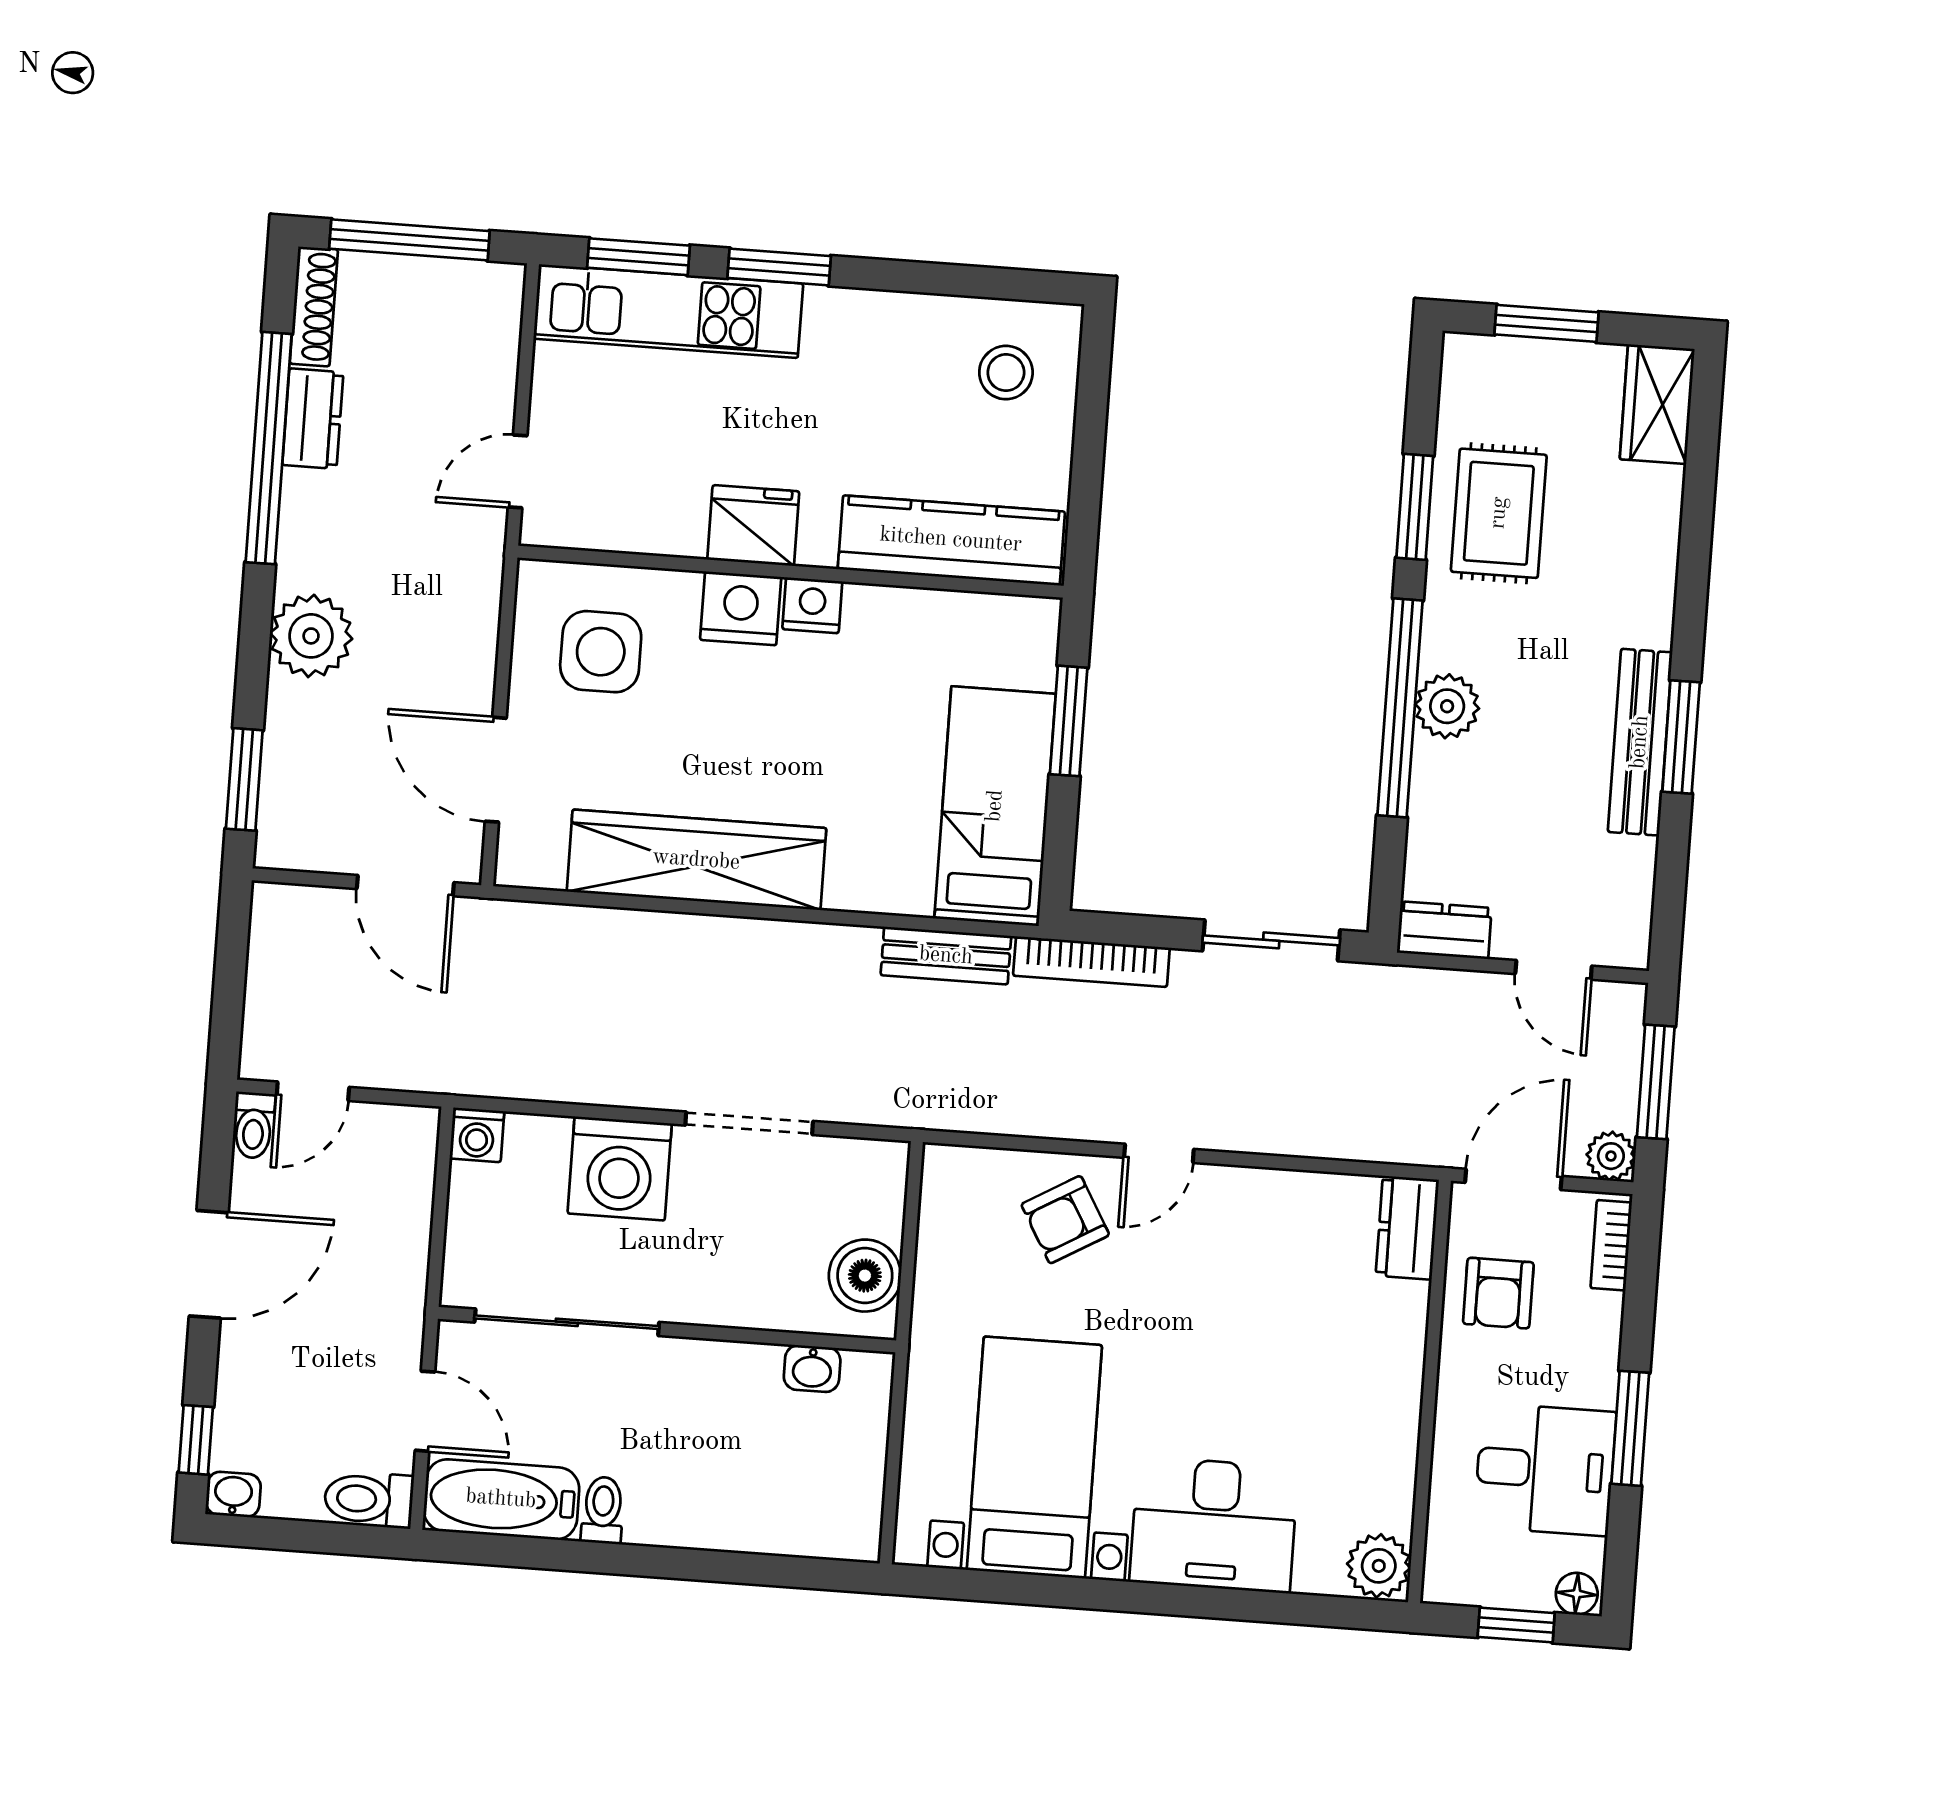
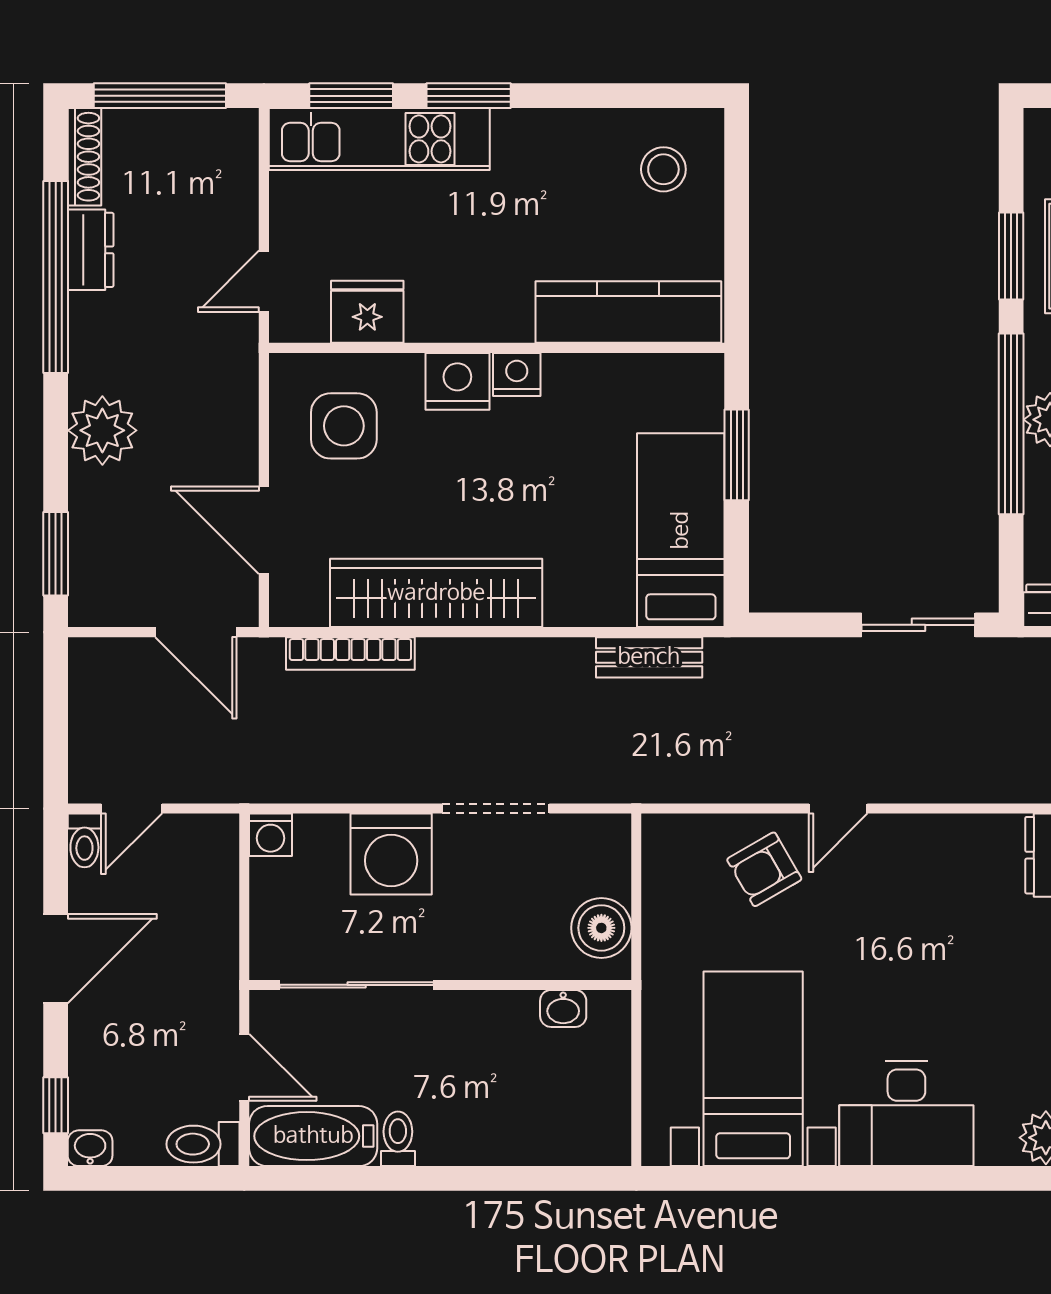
fridge: (753, 526) -> (367, 312), moved
bookcase: (1091, 962) -> (350, 653), moved

